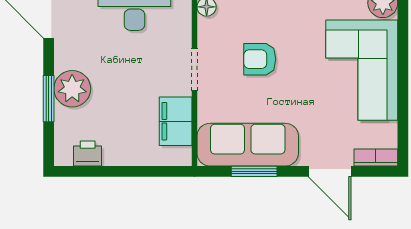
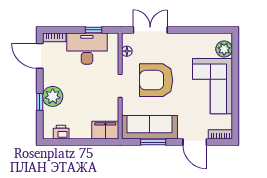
armchair: (260, 59) -> (156, 80), width x1.88, depth x1.88
window: (49, 99) -> (40, 102), width x0.67
filing cabinet: (176, 121) -> (105, 130), moved, turned 90

